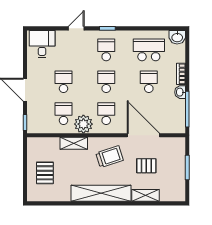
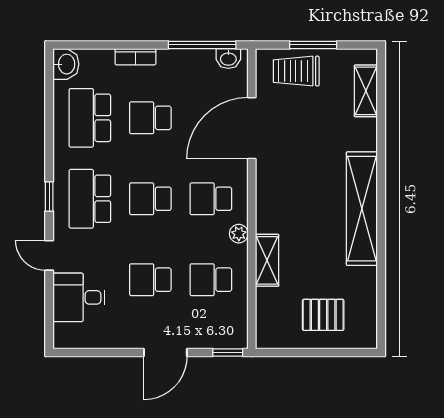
desk: (42, 44) -> (79, 297), moved
school desk: (106, 50) -> (90, 199), width x1.85
washbasin: (180, 92) -> (228, 59), moved
plant: (83, 124) -> (239, 234), width x0.53, depth x0.53
trolley: (110, 157) -> (296, 71), moved, turned -72
pallet: (146, 166) -> (310, 123), removed
shelving: (146, 195) -> (366, 91), moved

